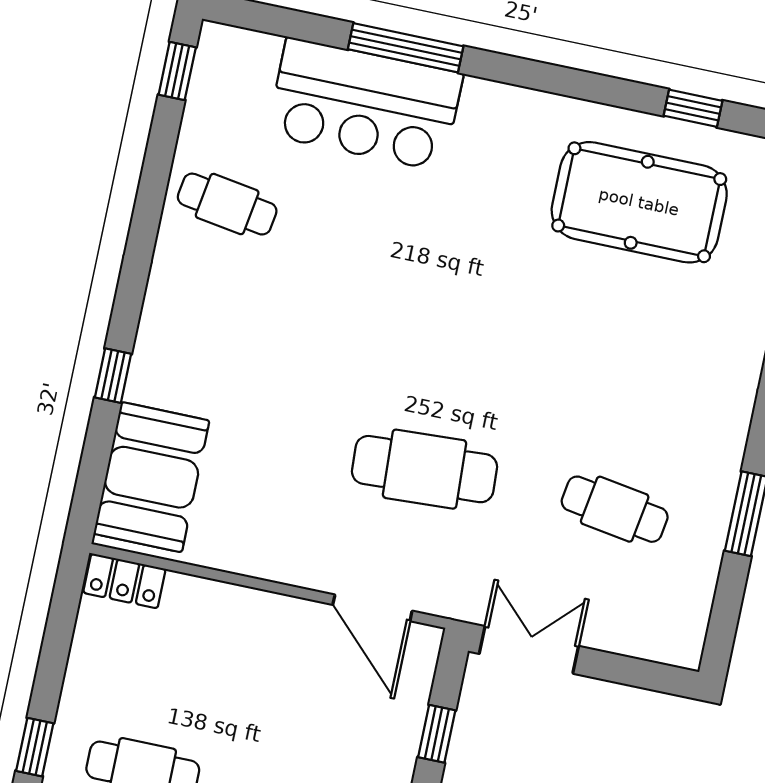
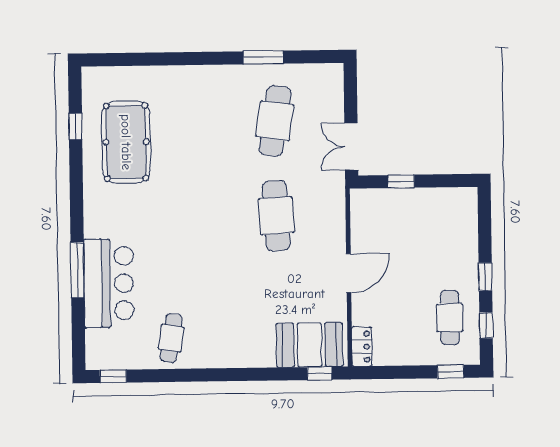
window: (113, 376) -> (320, 373), moved
cafe table: (615, 509) -> (275, 121), width x1.37, depth x1.35
door: (372, 608) -> (349, 273), moved

